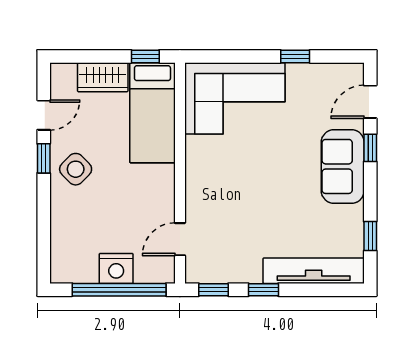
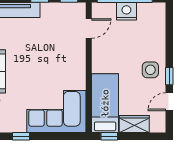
side table: (76, 169) -> (150, 70), turned 45

